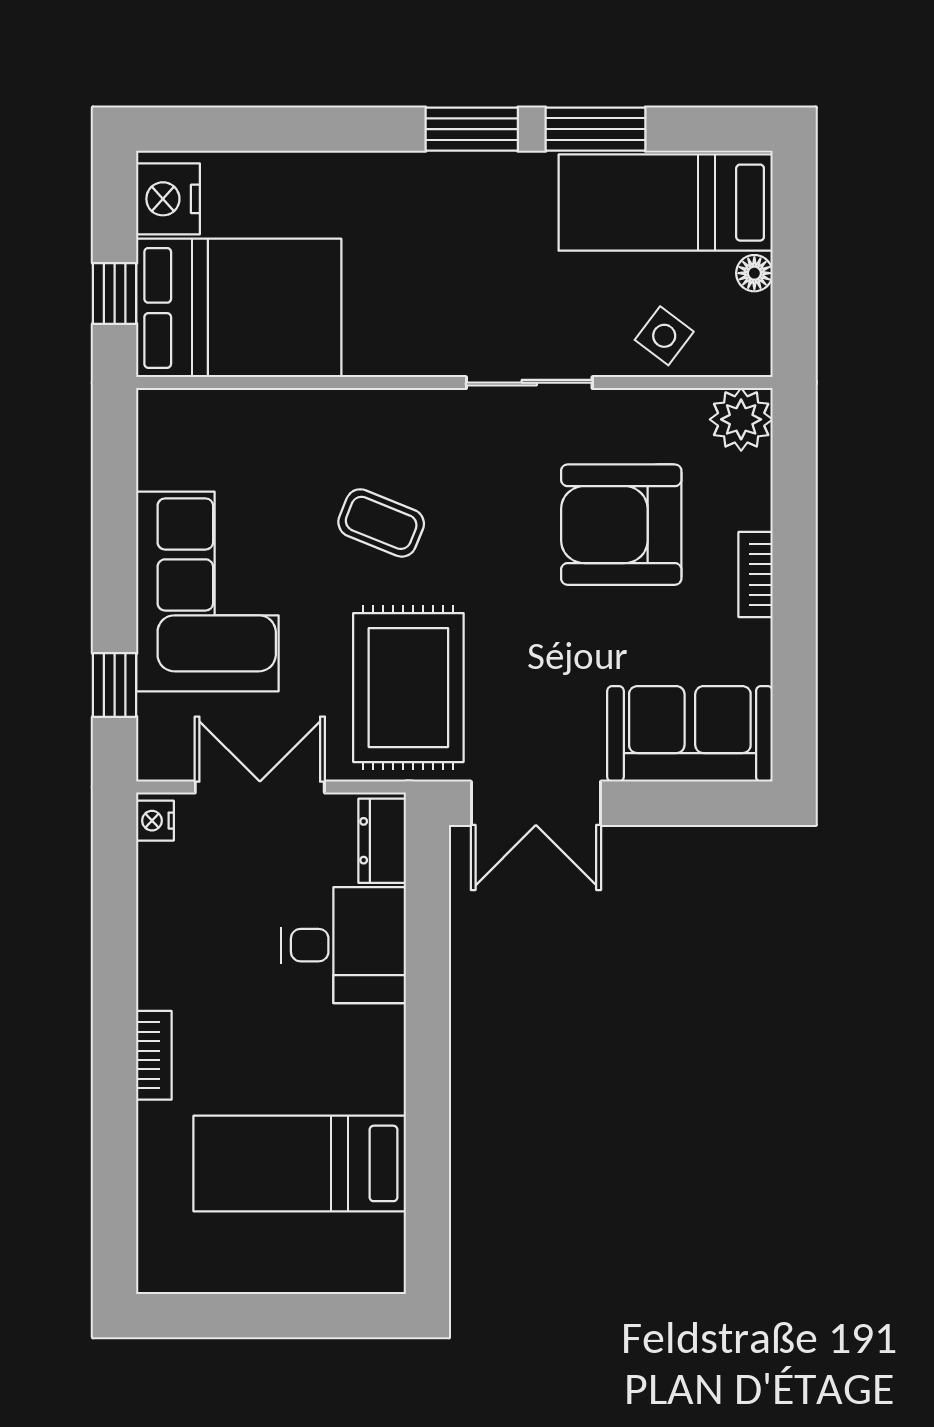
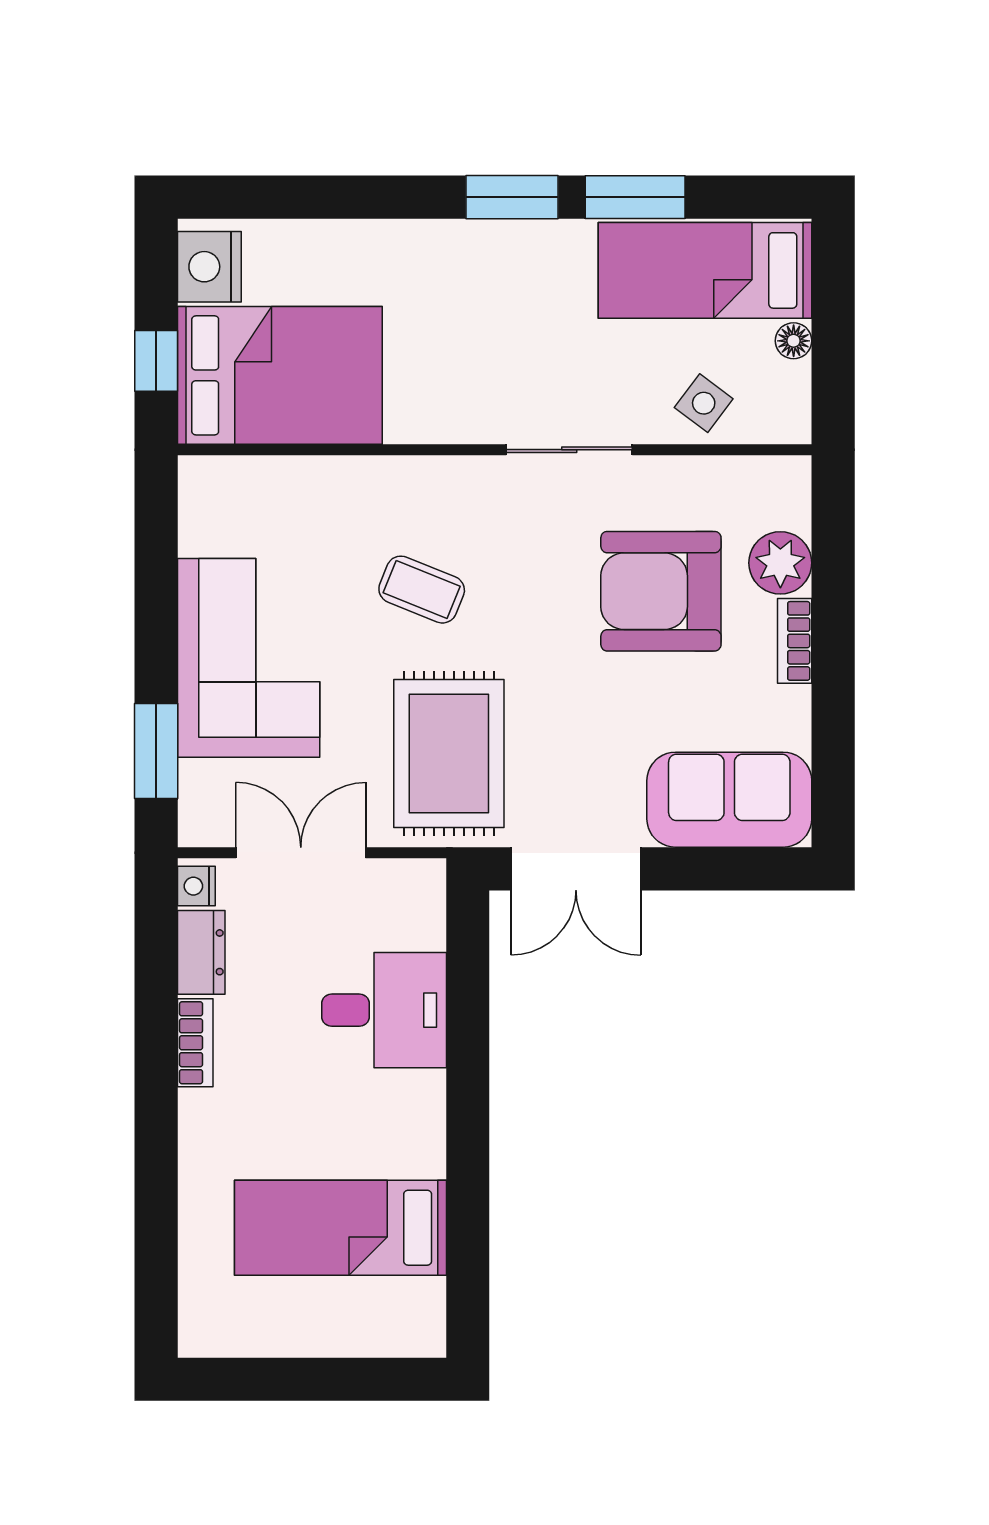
plant: (741, 419) -> (780, 563), moved
window: (115, 685) -> (156, 751), width x1.50
dresser: (382, 841) -> (201, 952), moved, turned 180
bookcase: (154, 1055) -> (195, 1043), moved

